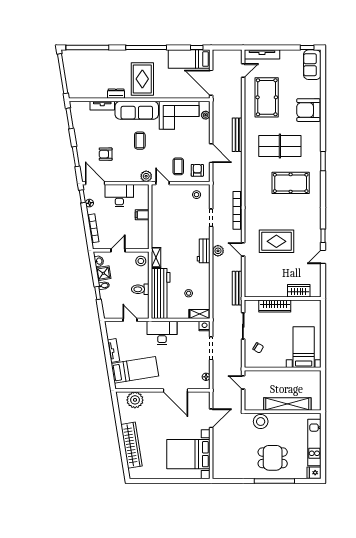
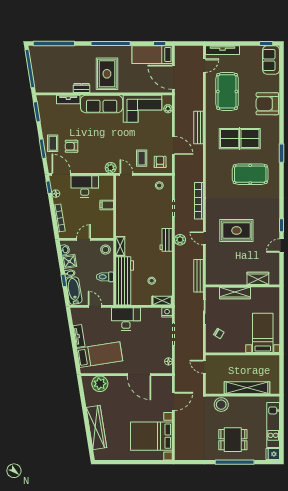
coffee table: (140, 141) -> (53, 143), moved
bathtub: (108, 304) -> (74, 291), added

